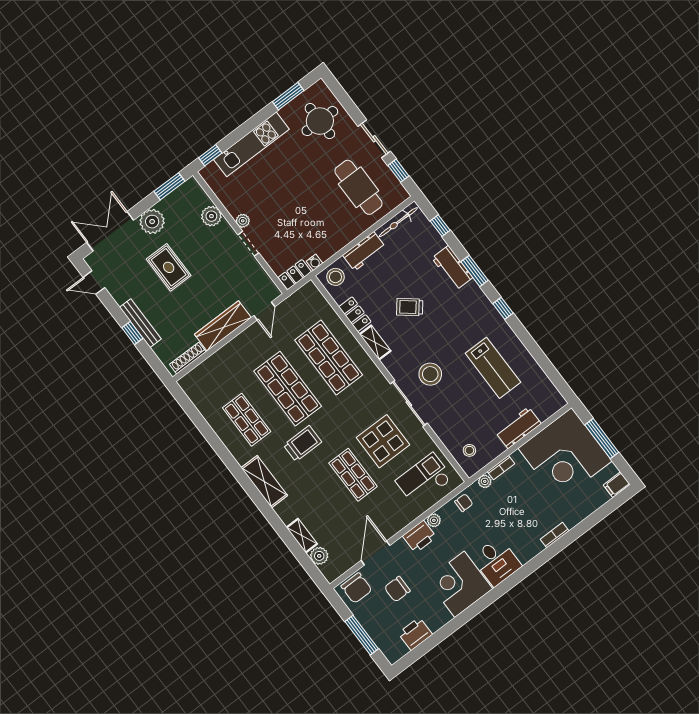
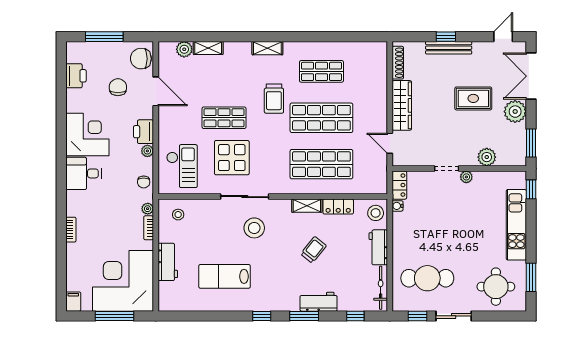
double door: (110, 231) -> (531, 76), swing flipped
shelving: (264, 482) -> (267, 48), width x0.67, depth x0.75

